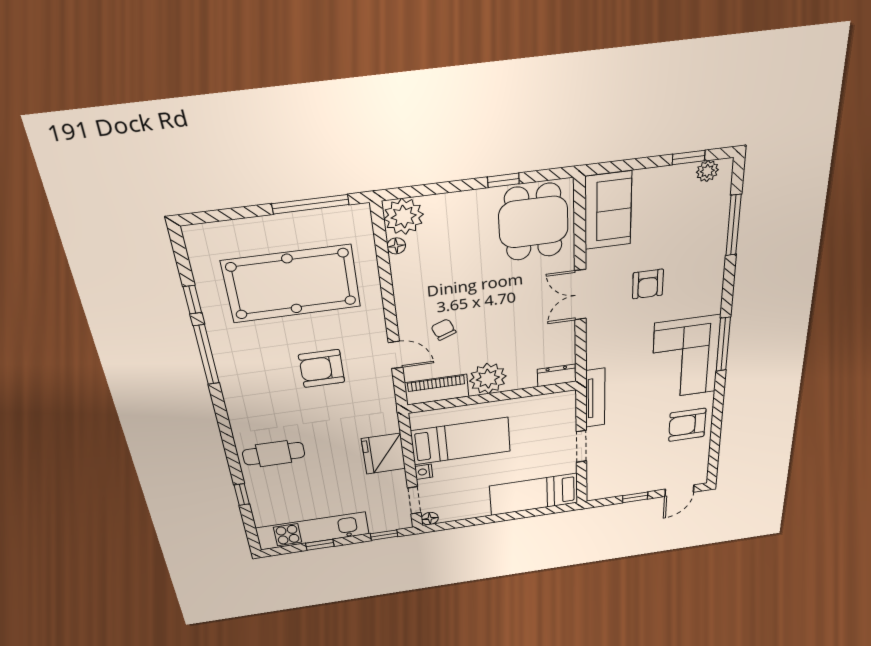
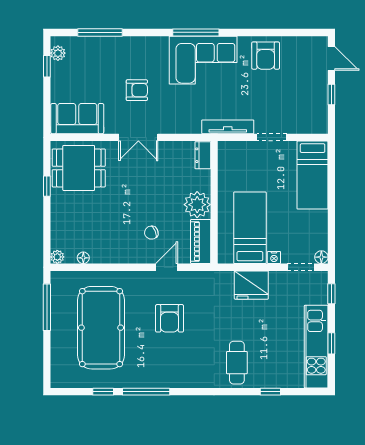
plant: (404, 217) -> (57, 257), width x0.53, depth x0.53

